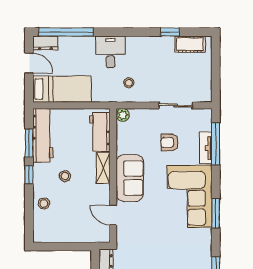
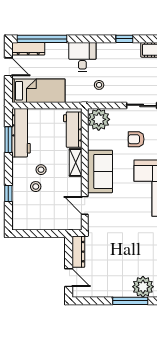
window: (170, 32) -> (124, 39), moved
dresser: (45, 43) -> (28, 49), width x1.44
plant: (123, 115) -> (99, 119), width x1.87, depth x1.87
window: (29, 175) -> (8, 193), moved
stool: (44, 204) -> (36, 187), moved

